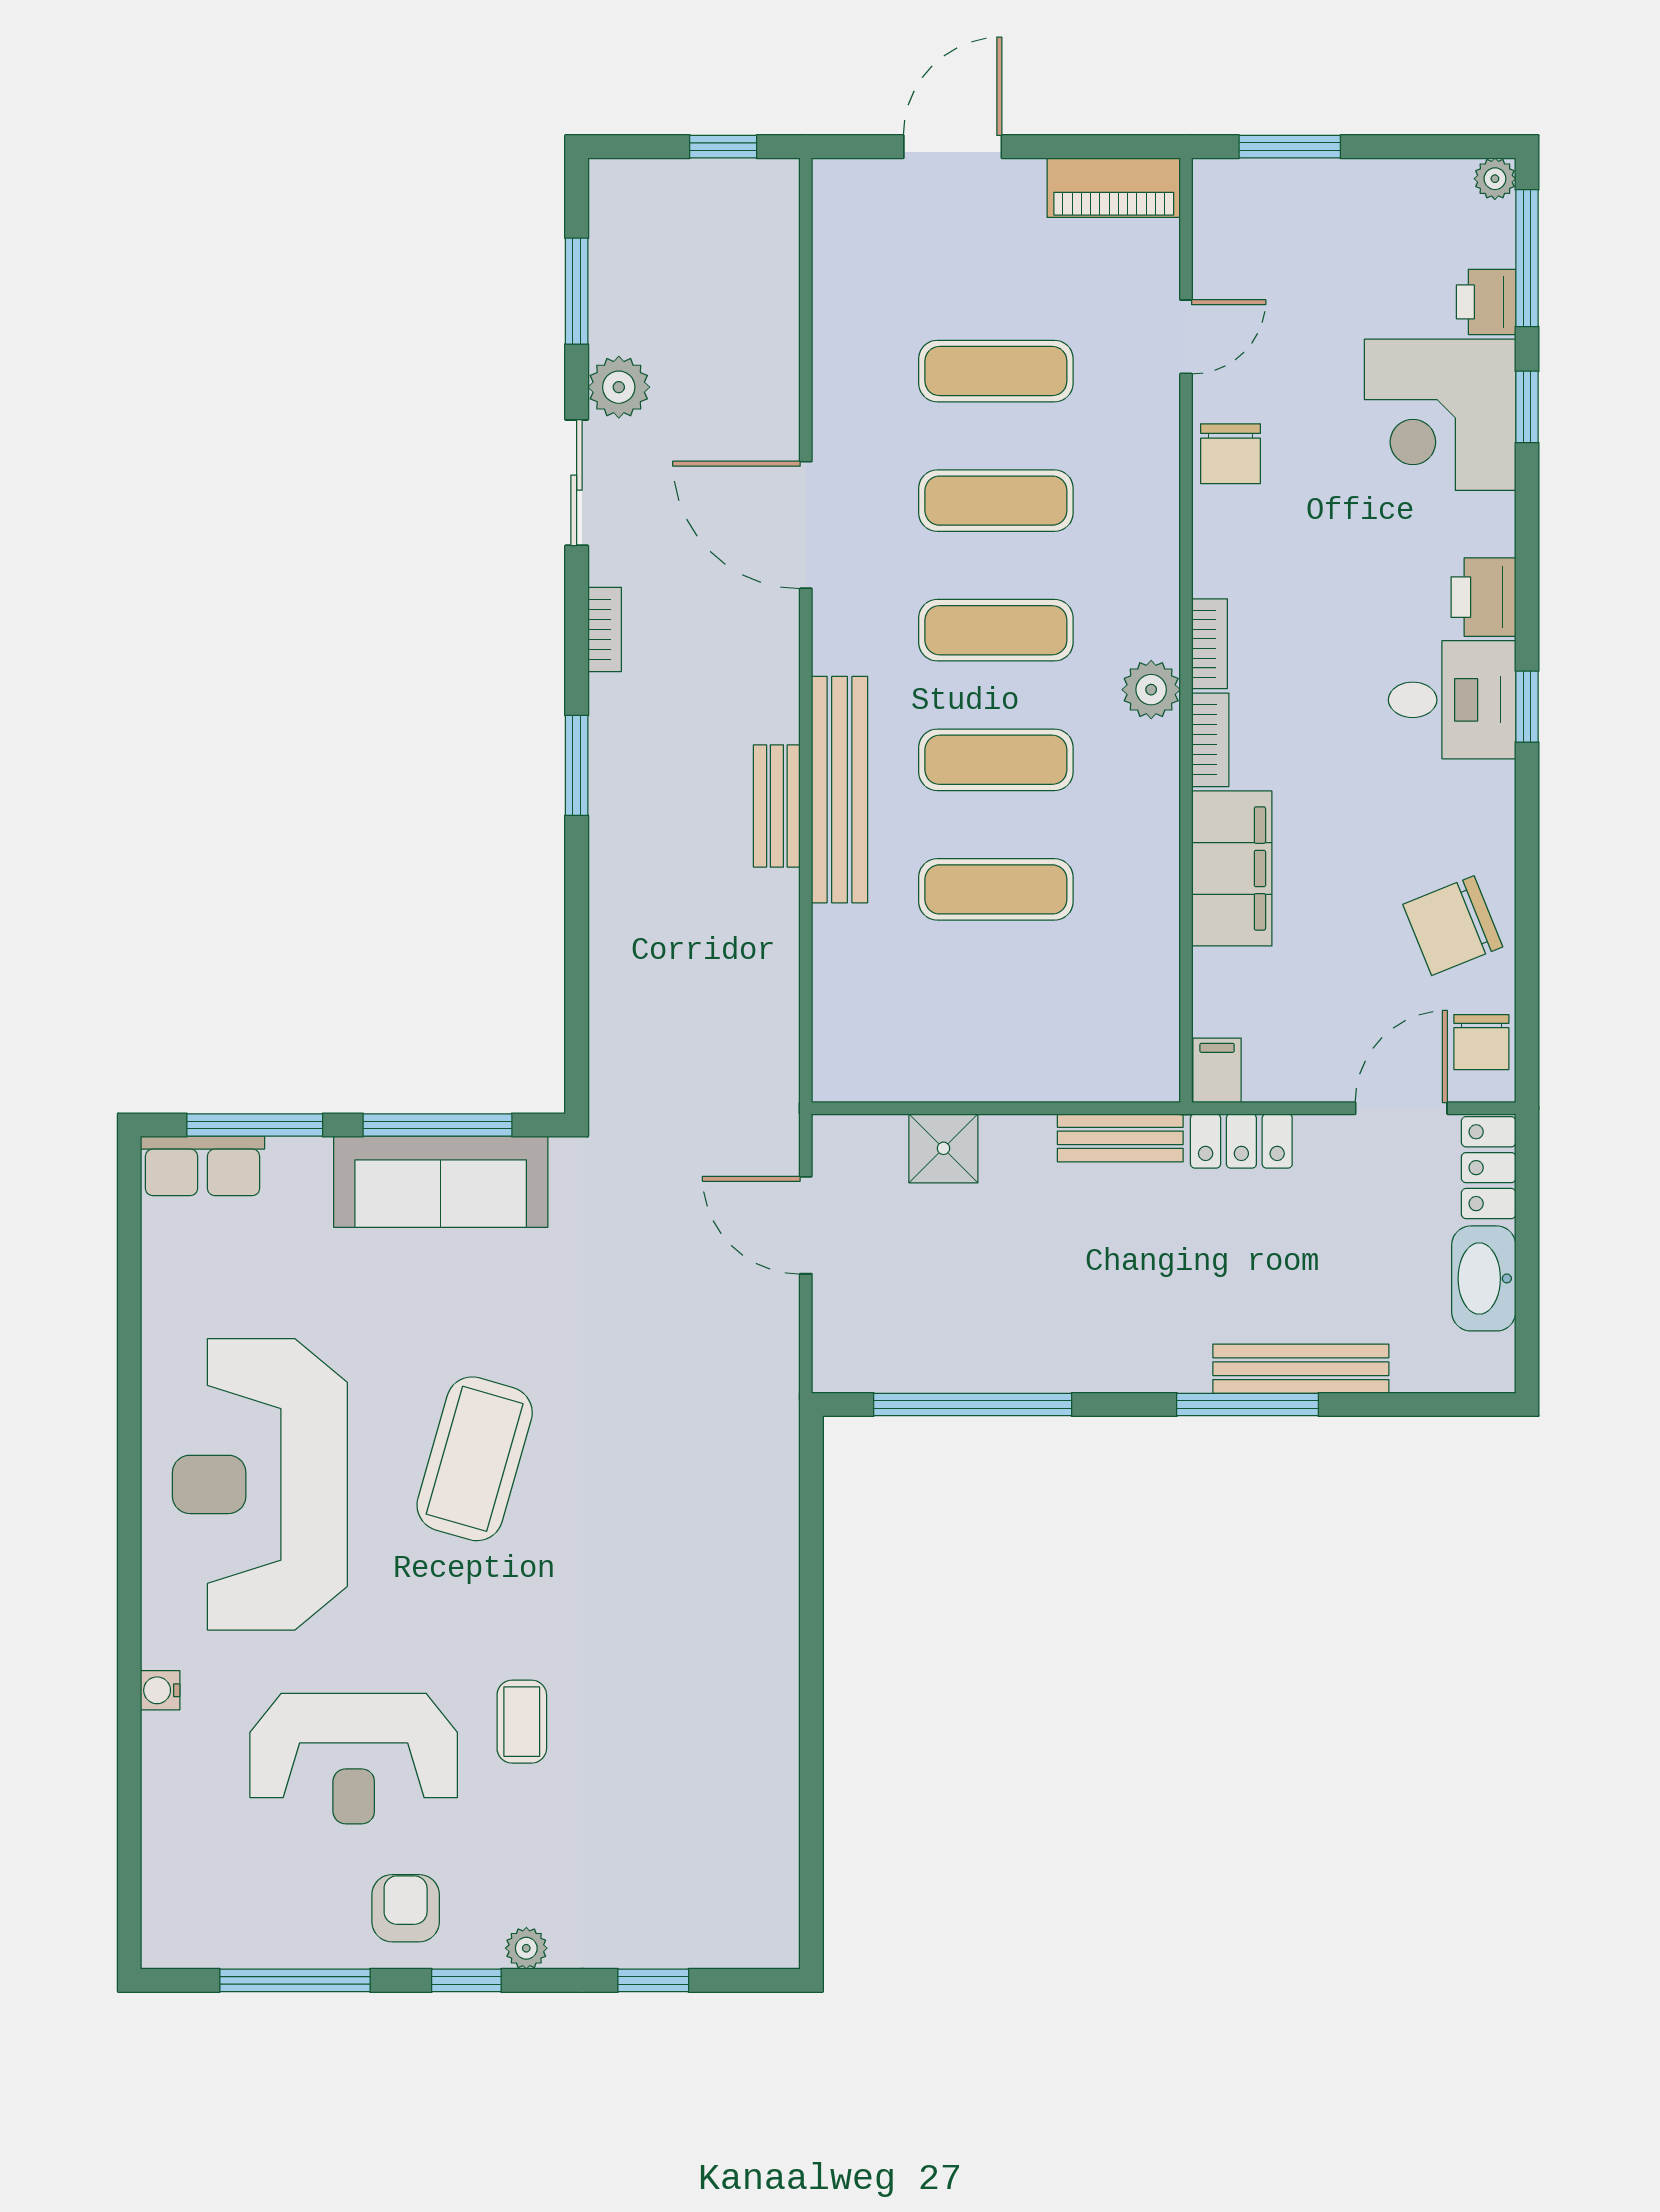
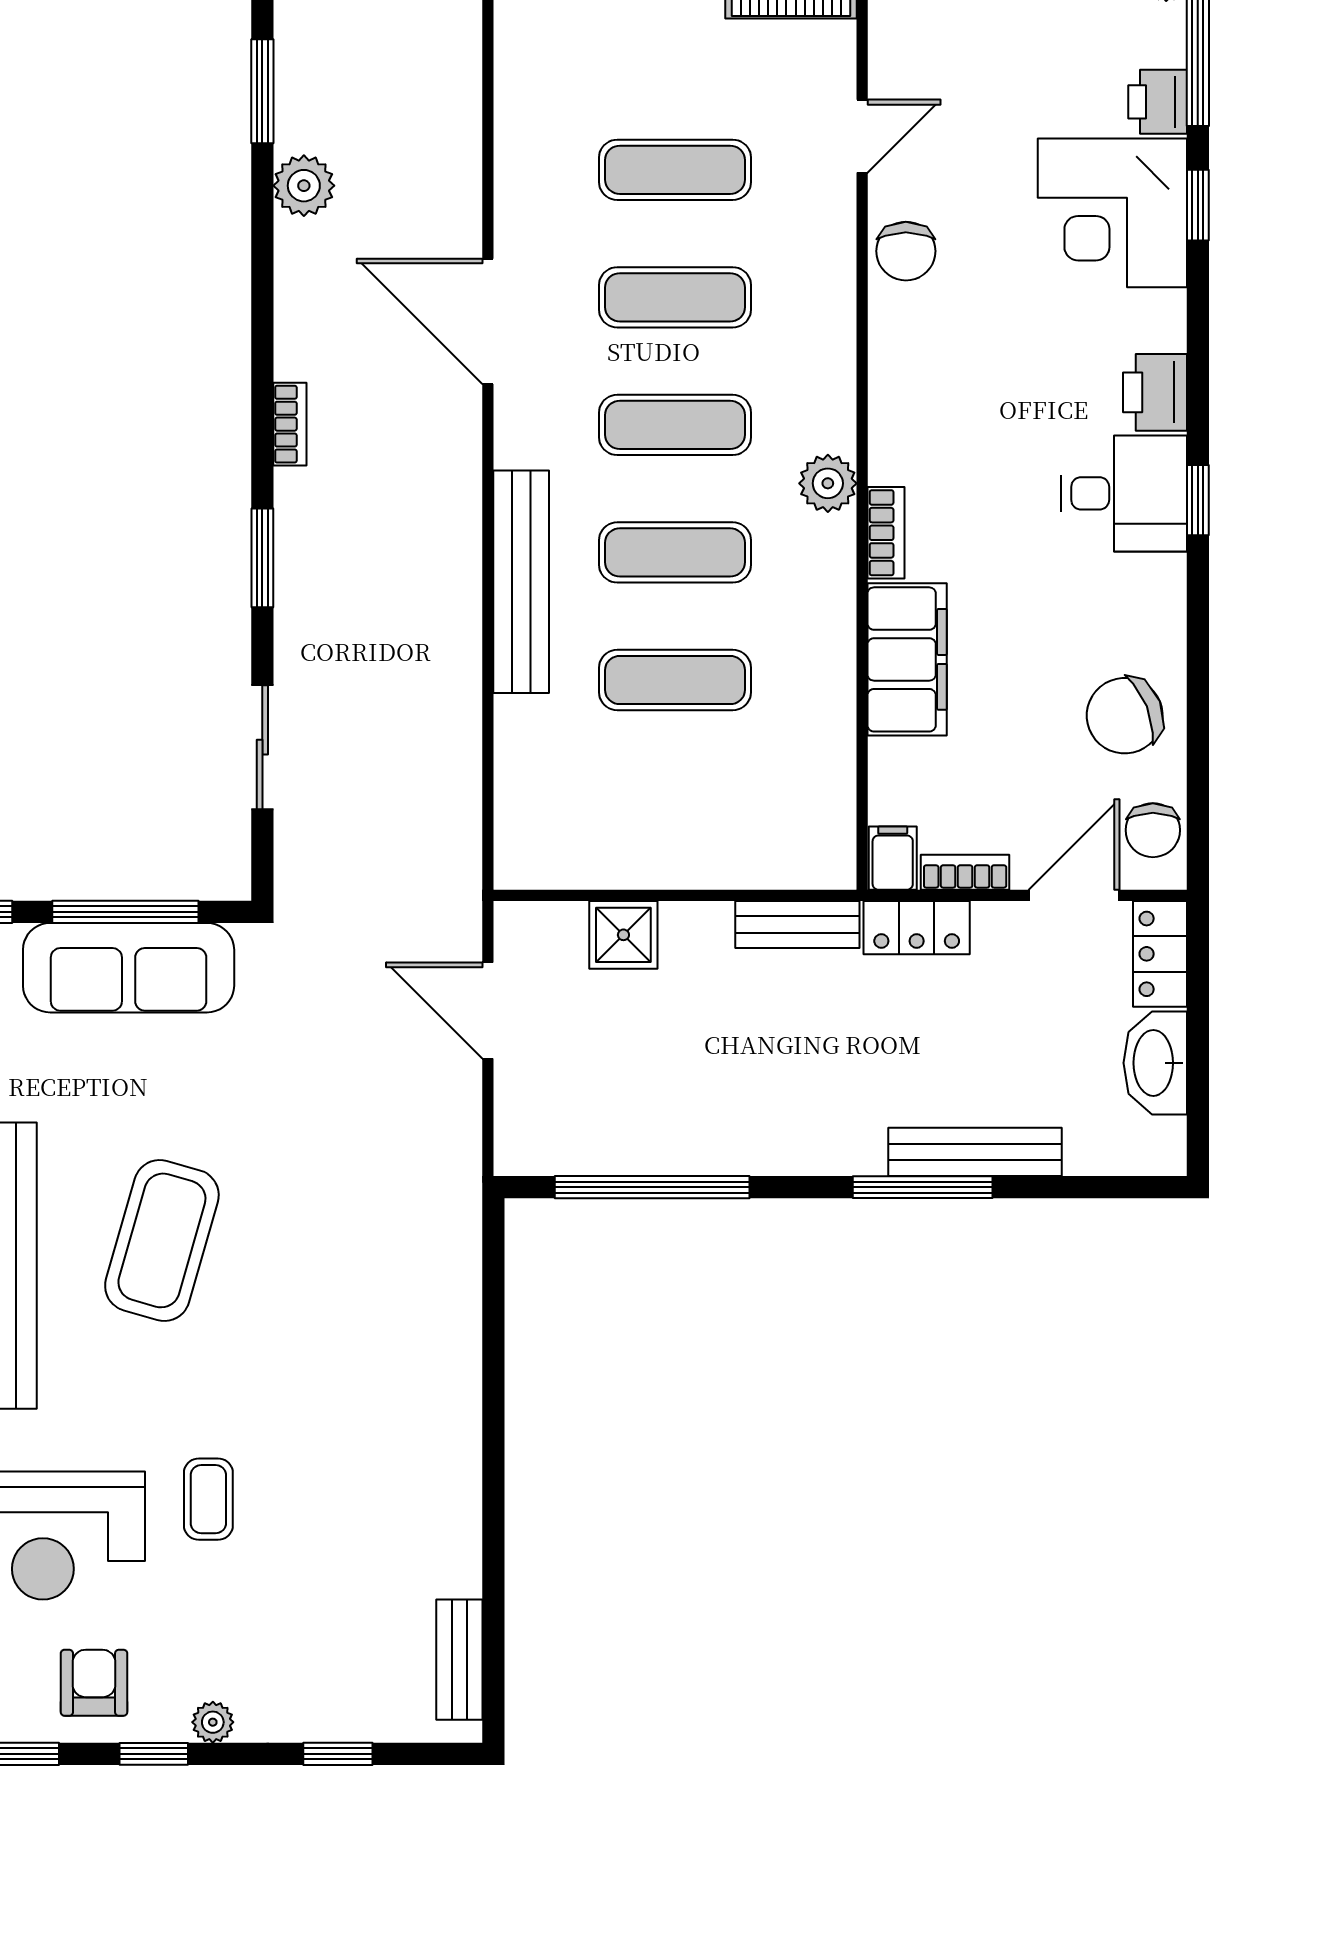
sliding door: (577, 483) -> (262, 747), moved
bookcase: (1210, 644) -> (965, 872), moved, turned -90
bench: (777, 806) -> (459, 1660), moved

